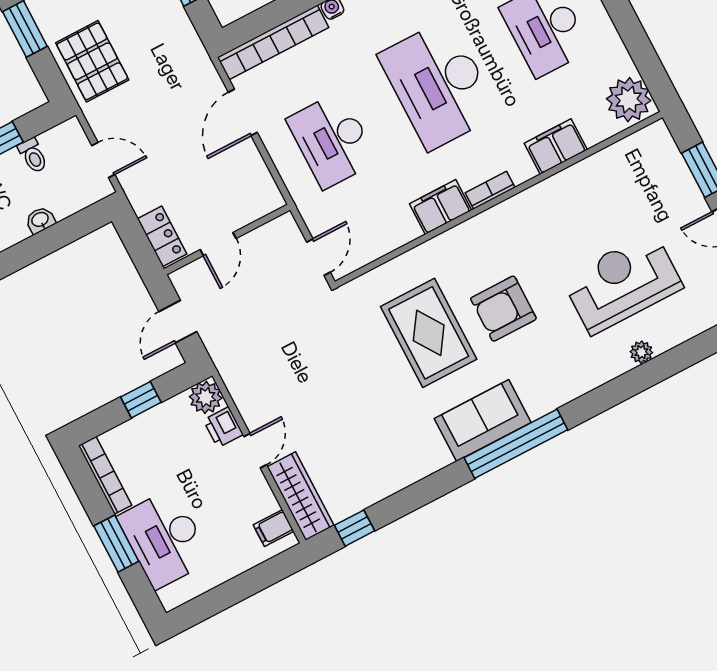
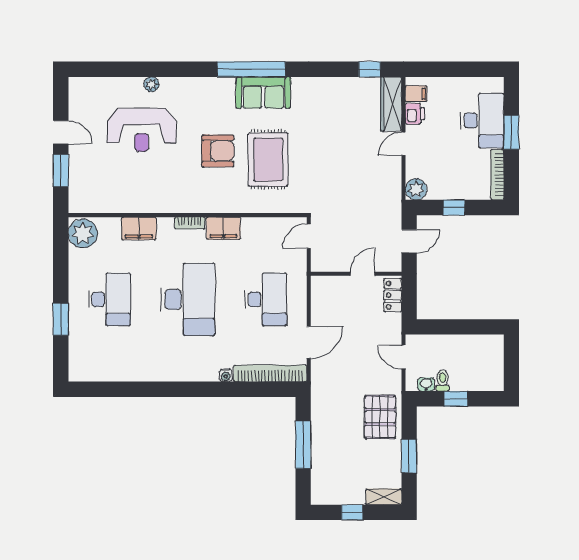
washbasin: (40, 220) -> (426, 384), moved, turned 180
printer: (223, 427) -> (415, 114), moved

